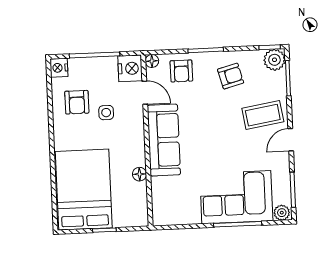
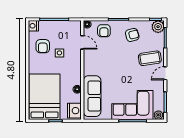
nightstand: (130, 68) -> (74, 111), moved
sofa: (164, 140) -> (92, 96), moved

